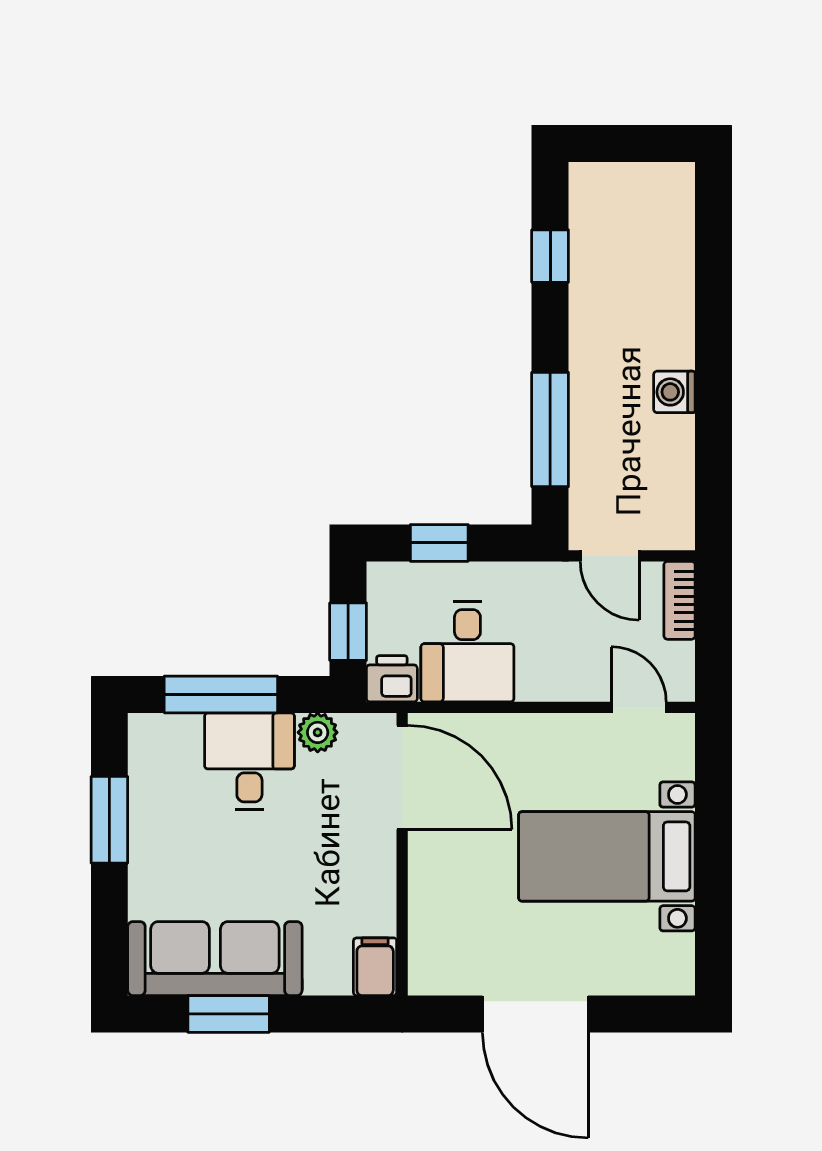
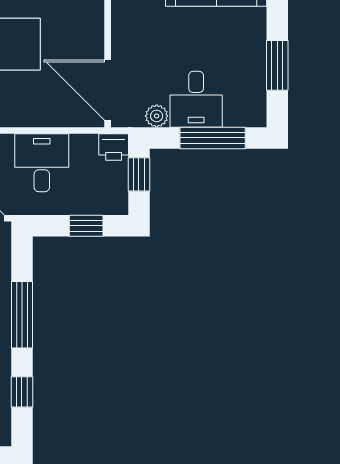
window: (550, 430) -> (22, 315), moved
desk: (467, 652) -> (42, 163), moved

